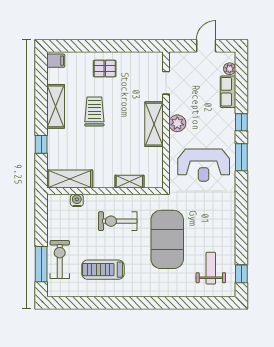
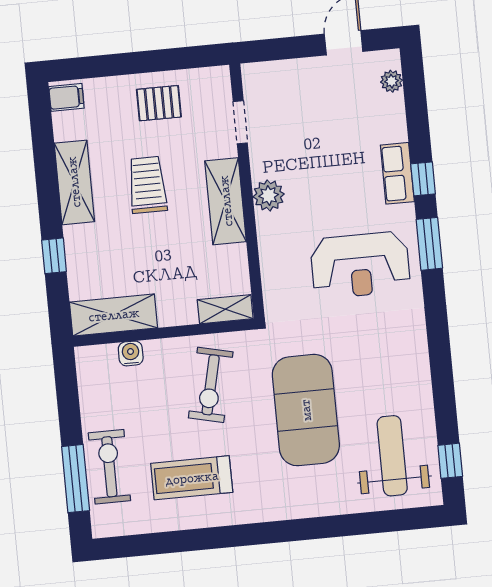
doorway: (166, 83) -> (240, 122), moved
row of seats: (228, 92) -> (397, 173), moved
wall: (166, 120) -> (247, 191), moved
plant: (177, 123) -> (269, 195), moved
shelving: (154, 124) -> (226, 201), moved
exercise bike: (118, 221) -> (211, 385), turned -77
weight bench: (211, 268) -> (392, 456), width x1.36, depth x1.33

